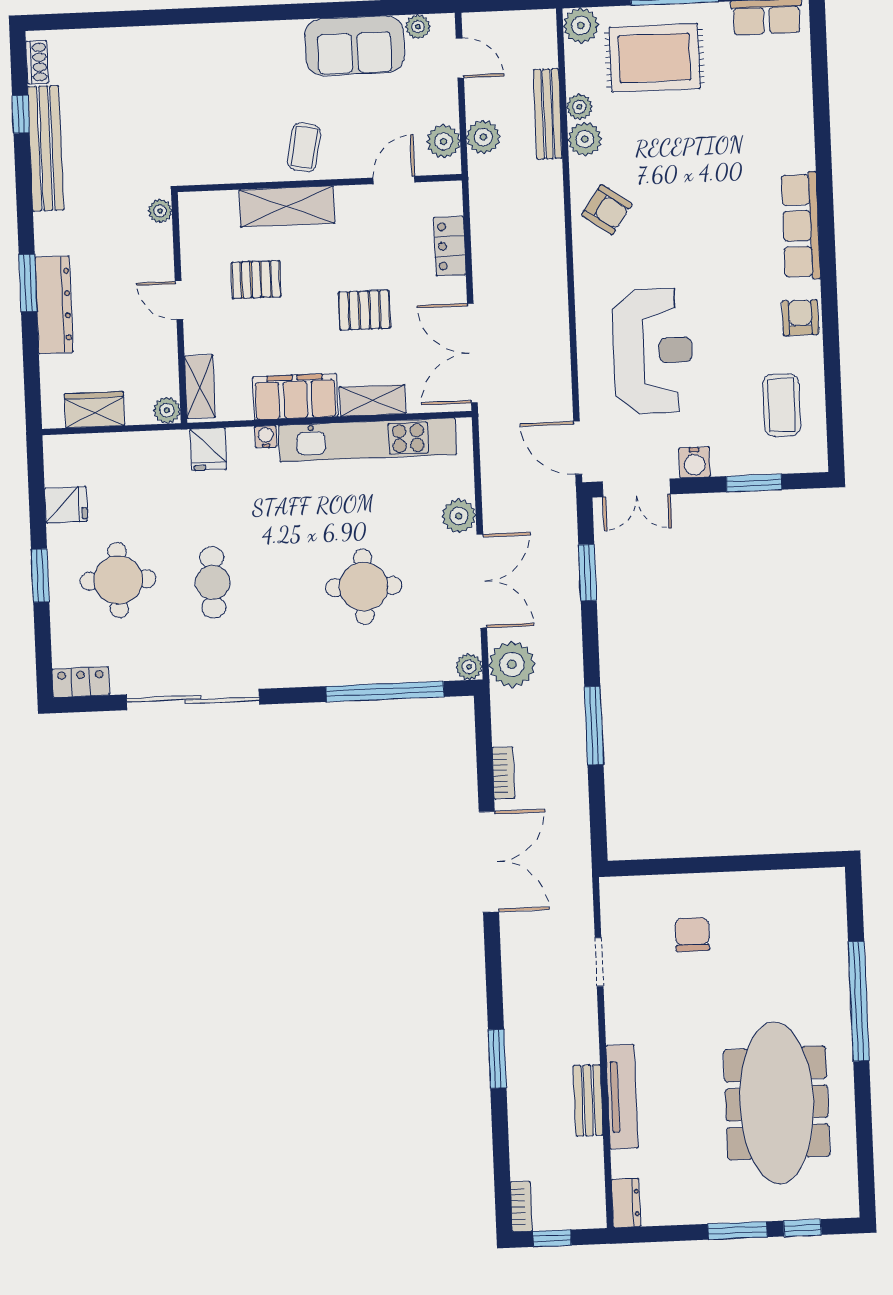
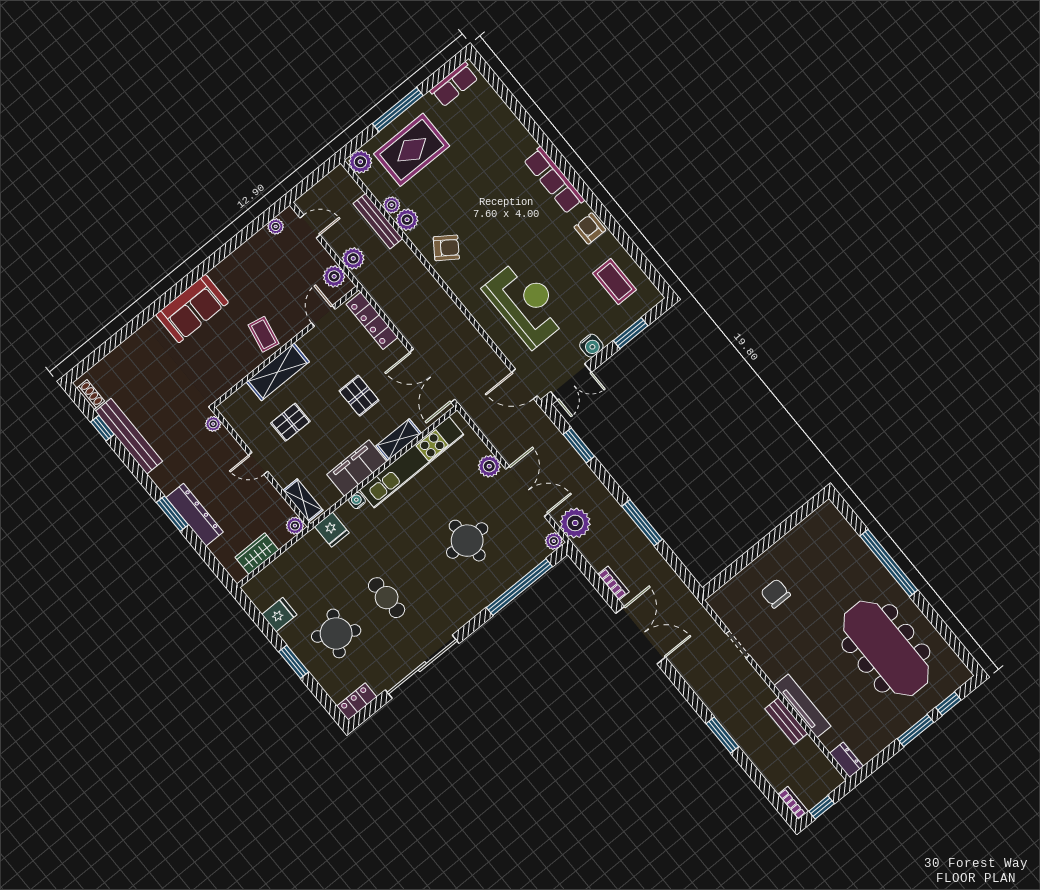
sofa: (355, 46) -> (192, 309), moved
locker: (450, 246) -> (372, 321), width x1.53
pallet: (364, 310) -> (359, 396), turned 90
round table: (118, 580) -> (336, 633), turned 30

